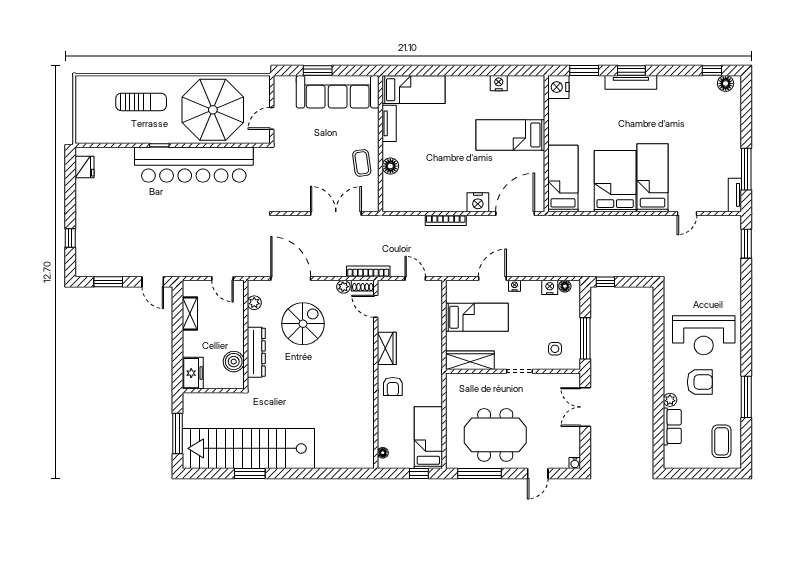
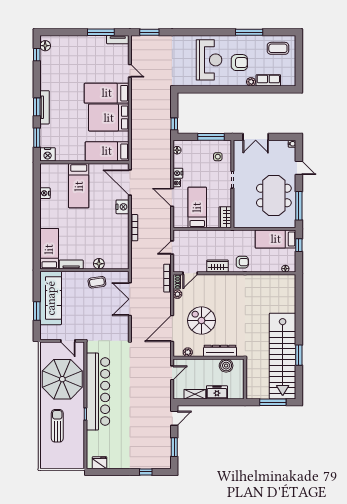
nightstand: (550, 287) -> (178, 173), moved
wardrobe: (470, 360) -> (225, 217), width x0.67
freezer: (193, 373) -> (217, 392), moved
armchair: (700, 382) -> (239, 63), turned 90

